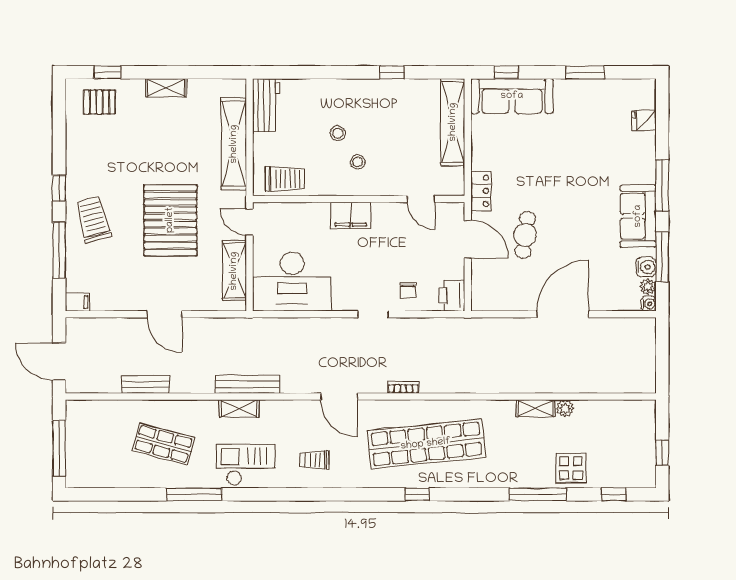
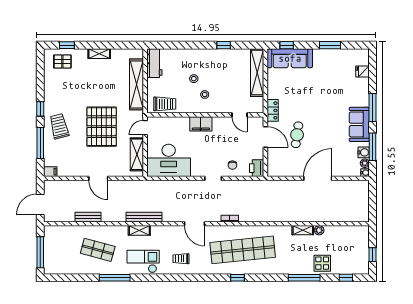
door: (250, 222) -> (145, 128), hinge flipped
door: (59, 362) -> (40, 205), hinge flipped

